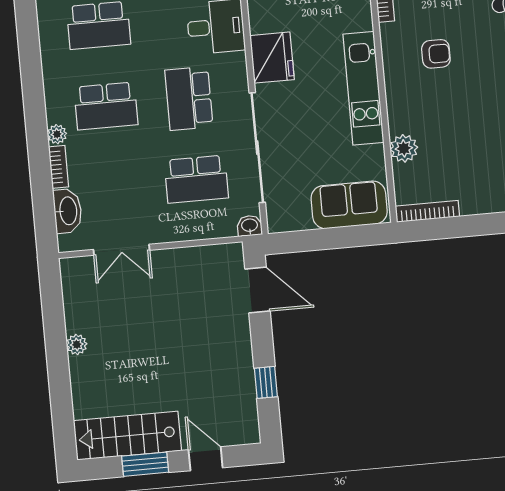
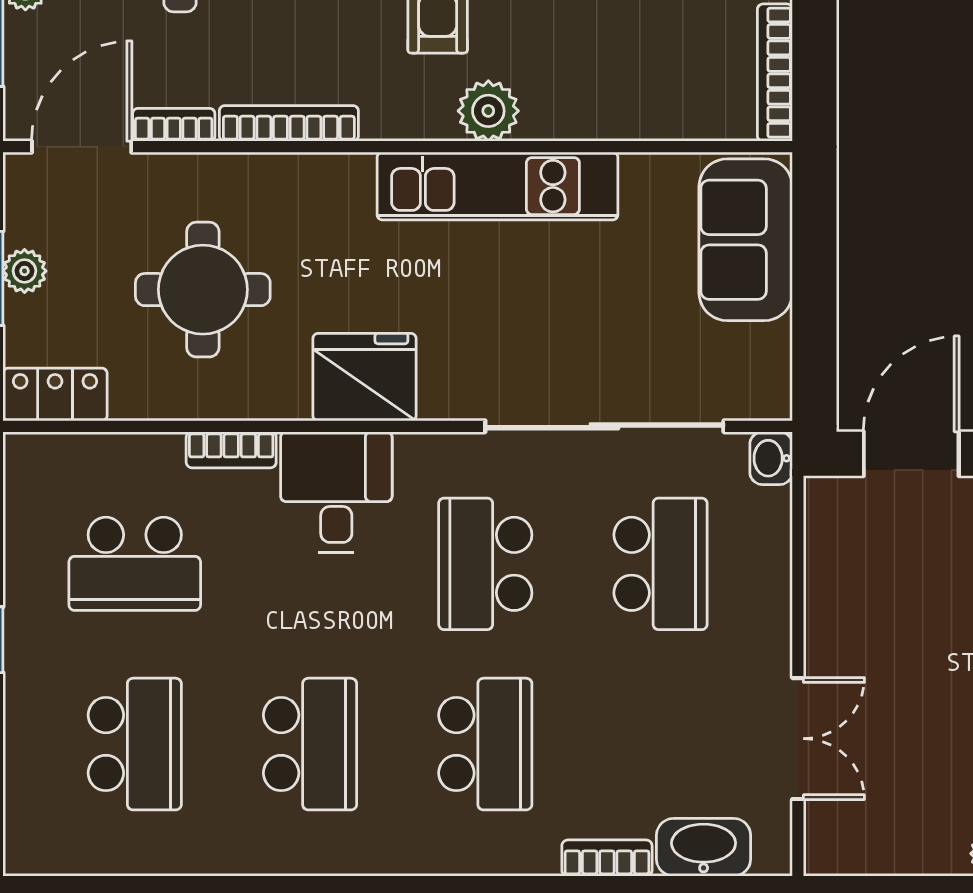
fridge: (272, 58) -> (365, 377), moved
school desk: (189, 98) -> (485, 564), turned 90
plant: (57, 134) -> (536, 855), removed
plant: (404, 148) -> (488, 111), moved

